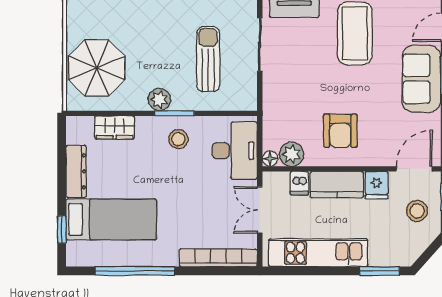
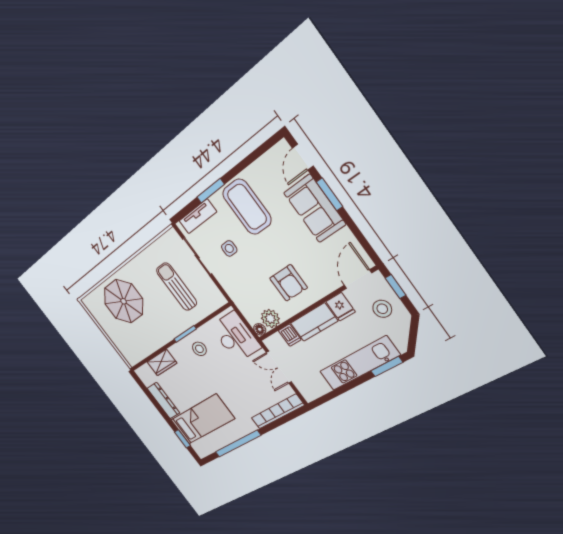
side table: (303, 59) -> (229, 248), added
parasol: (97, 68) -> (124, 301), moved
plant: (159, 100) -> (171, 330), removed
kitchen unit: (318, 253) -> (359, 363), moved

